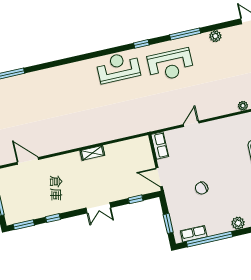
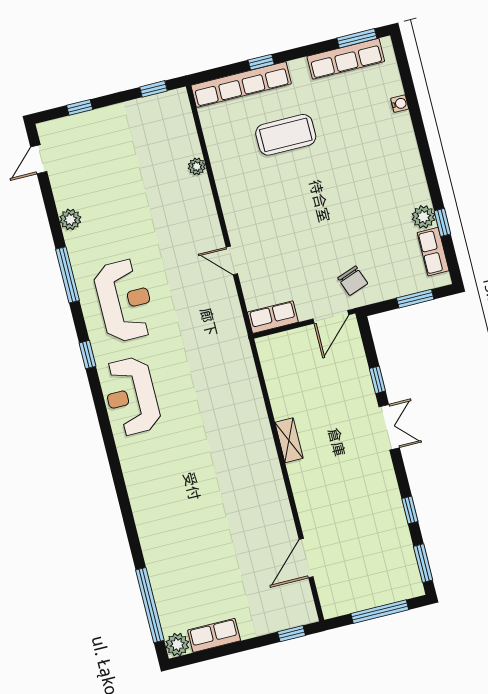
chair: (202, 188) -> (353, 281), moved
window: (136, 199) -> (377, 380), moved
plant: (238, 223) -> (423, 217), moved
window: (210, 239) -> (442, 222), width x0.32

